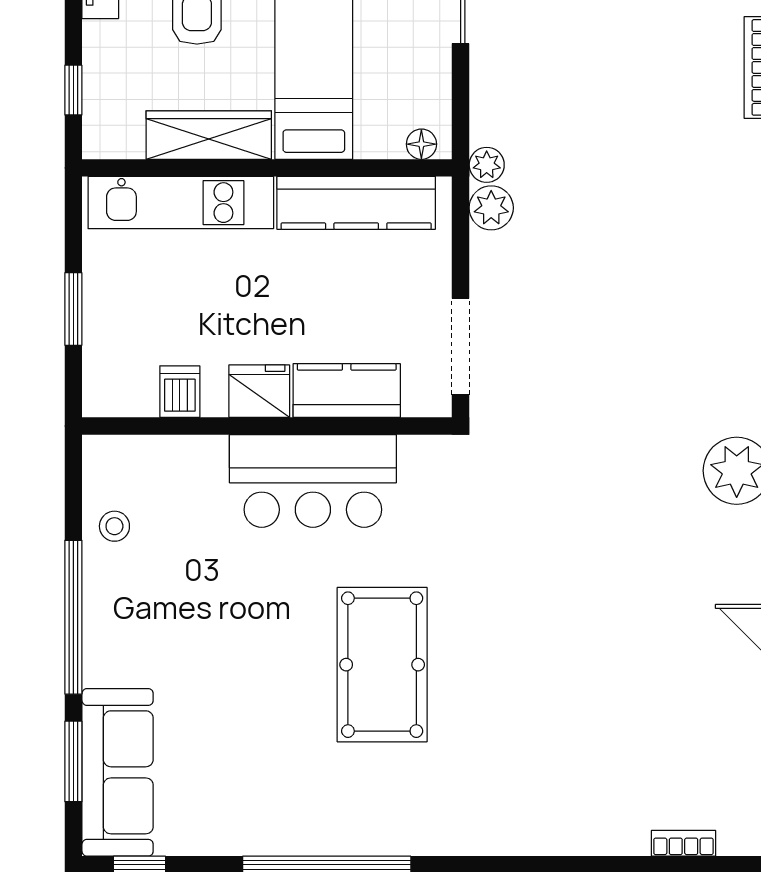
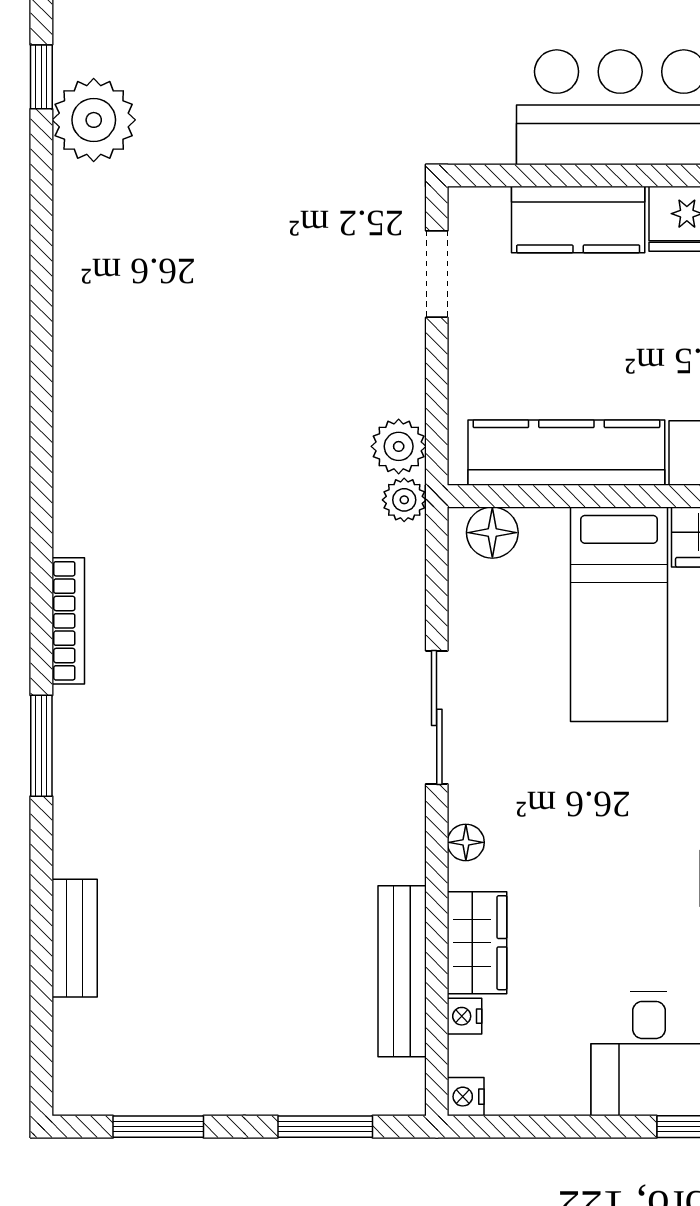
floor lamp: (421, 144) -> (492, 533), width x1.37, depth x1.37
doorway: (461, 347) -> (437, 274), width x0.73

